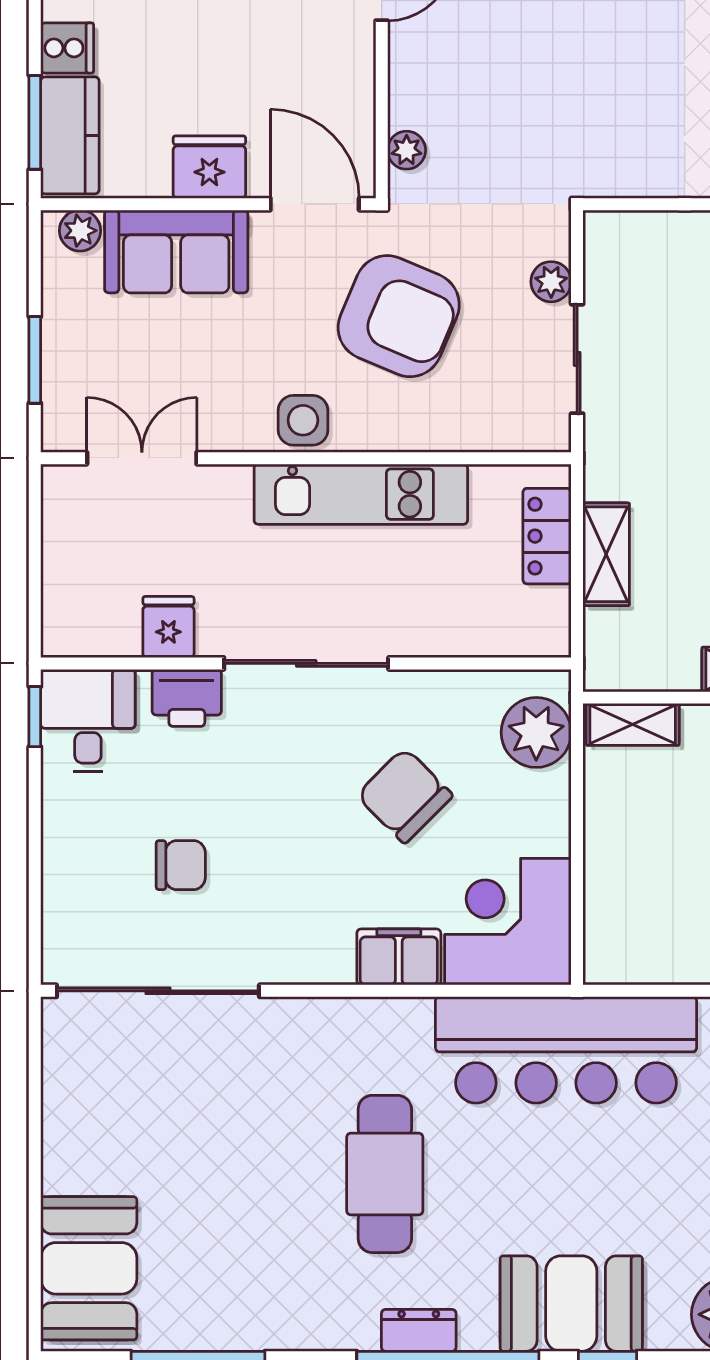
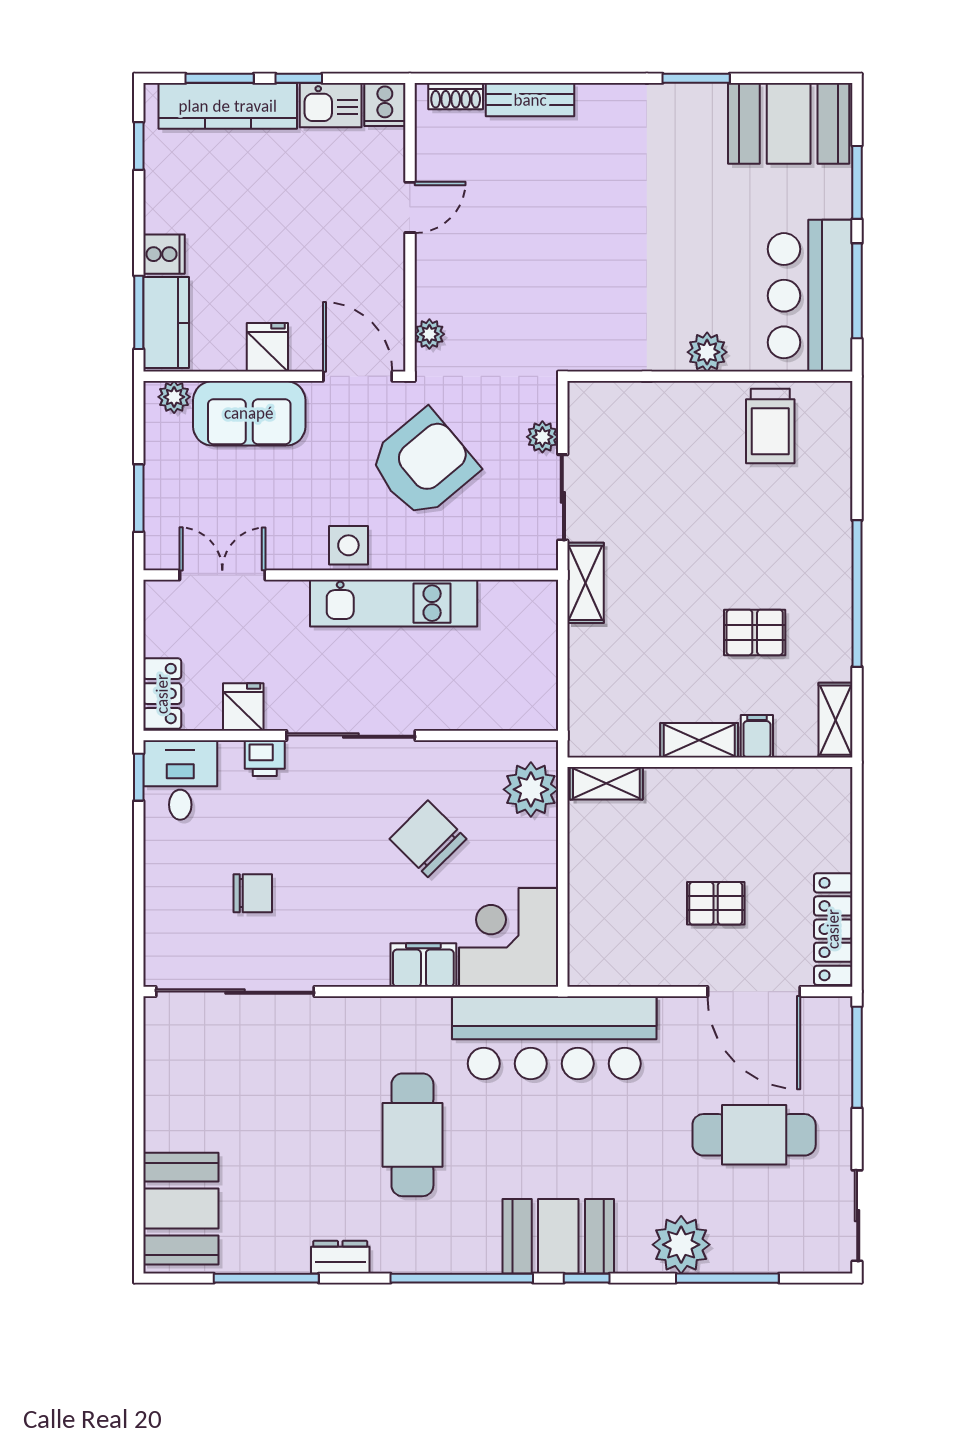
fridge: (209, 167) -> (267, 347), width x0.72
armchair: (399, 316) -> (423, 464), turned -63
locker: (547, 536) -> (162, 694), moved, turned 180
shelving: (606, 554) -> (586, 583), moved
printer: (187, 698) -> (265, 758), width x0.73, depth x0.81
dresser: (419, 1330) -> (340, 1257), moved

